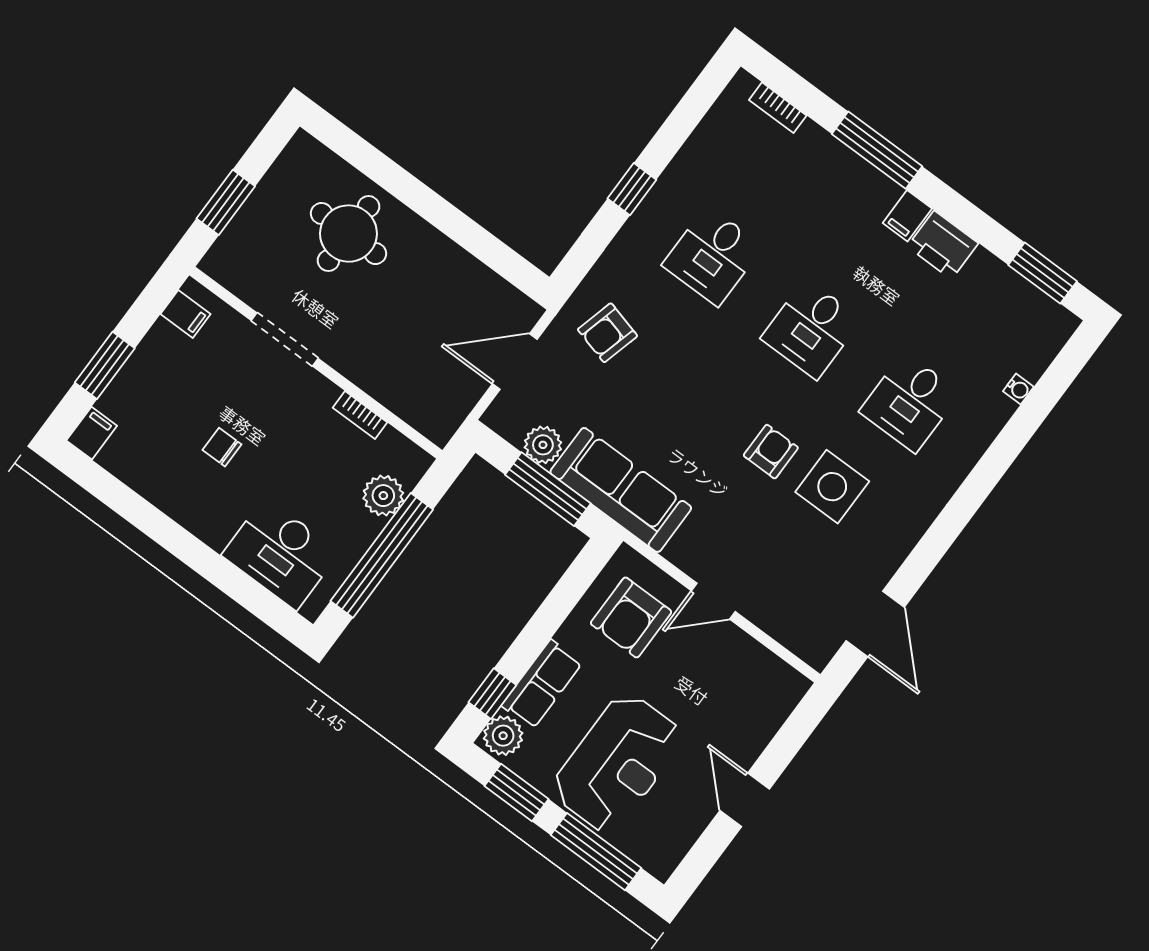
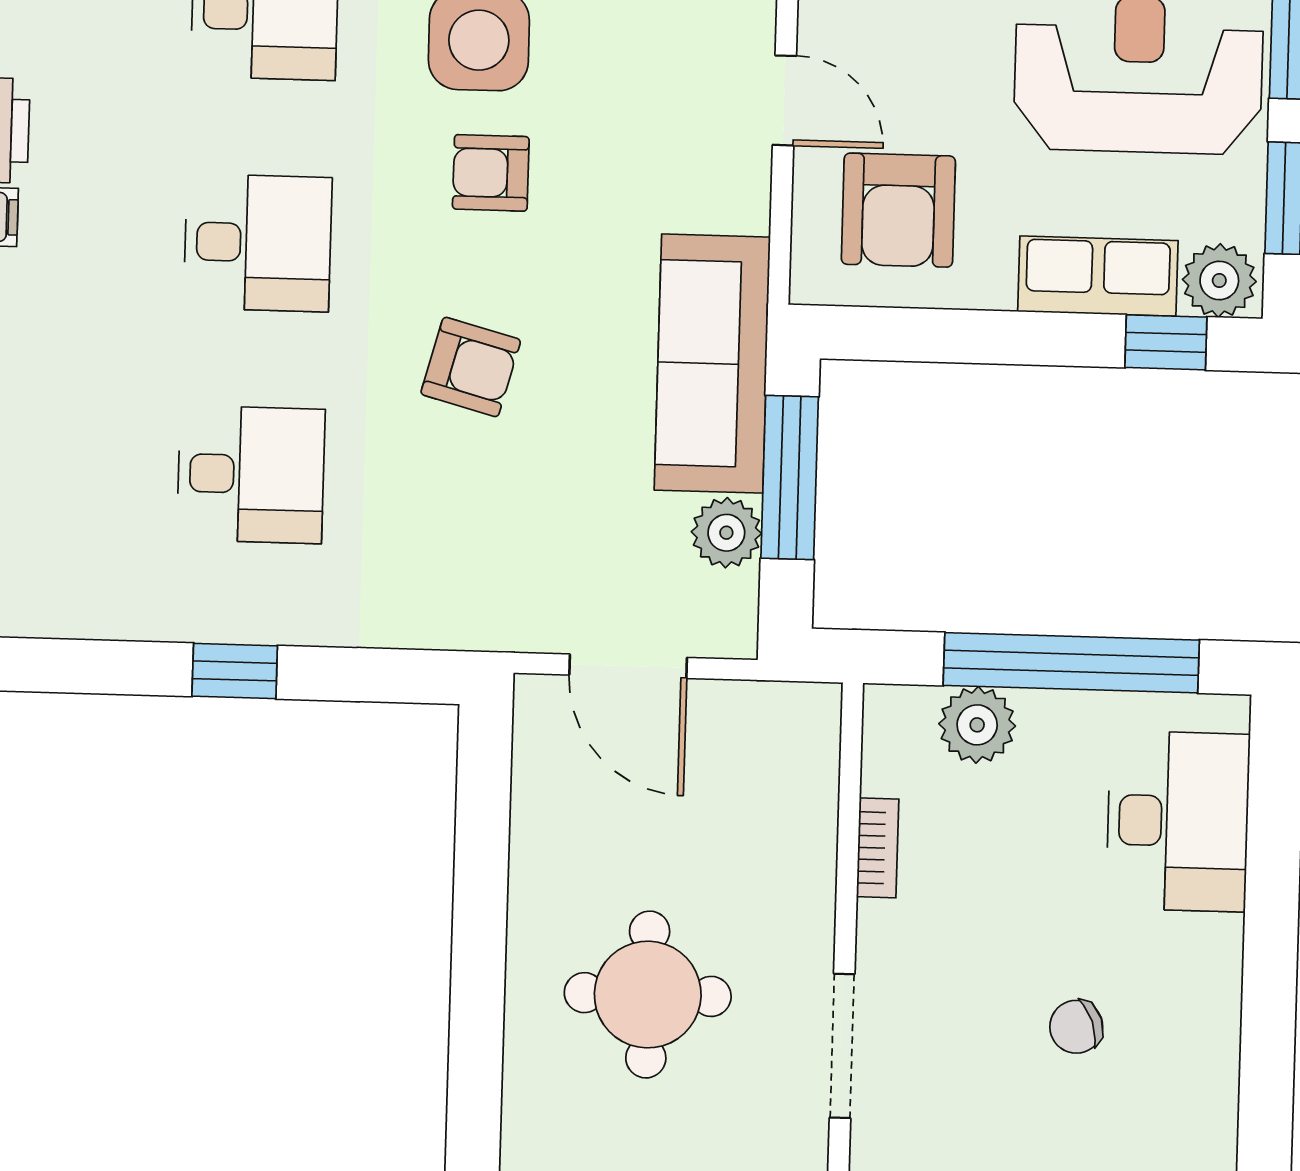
round table: (348, 234) -> (648, 995), moved
armchair: (607, 333) -> (471, 367), moved
chair: (222, 447) -> (1076, 1027), turned 70
armchair: (631, 617) -> (898, 210), turned 90

